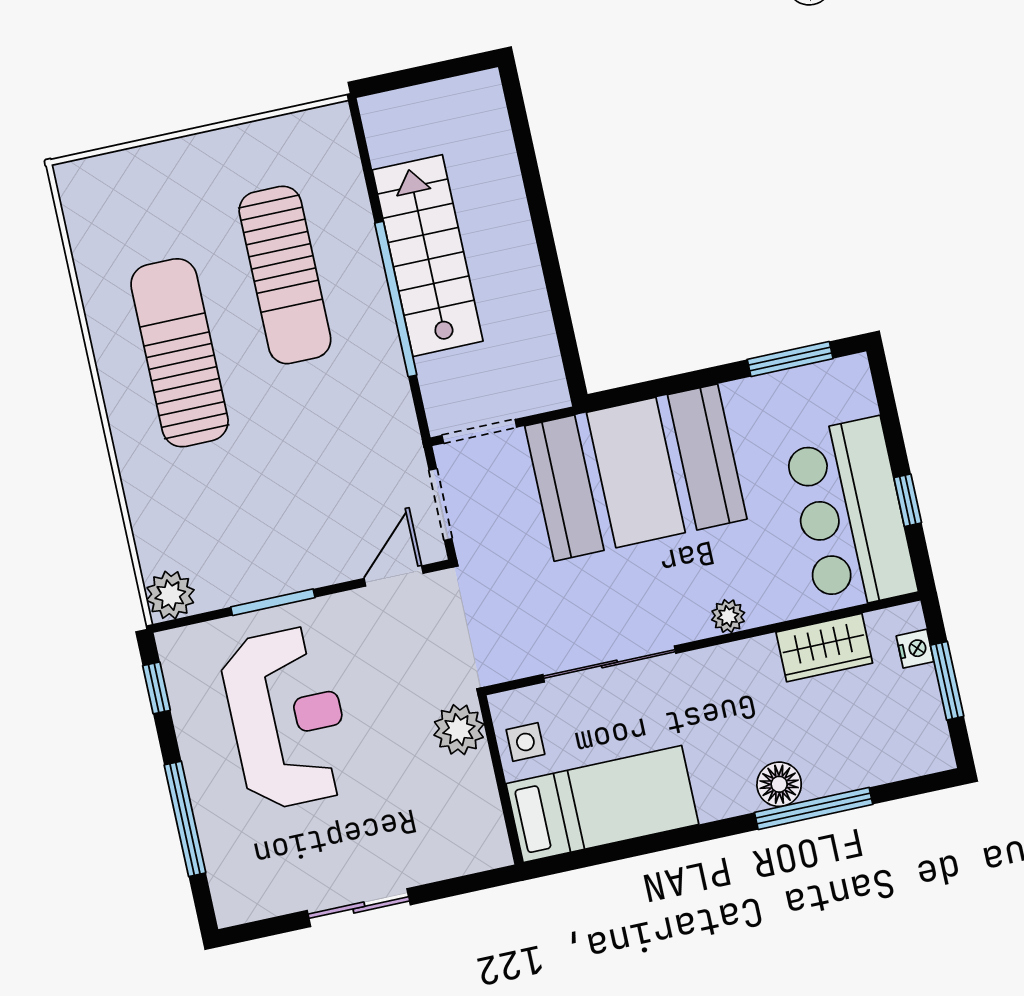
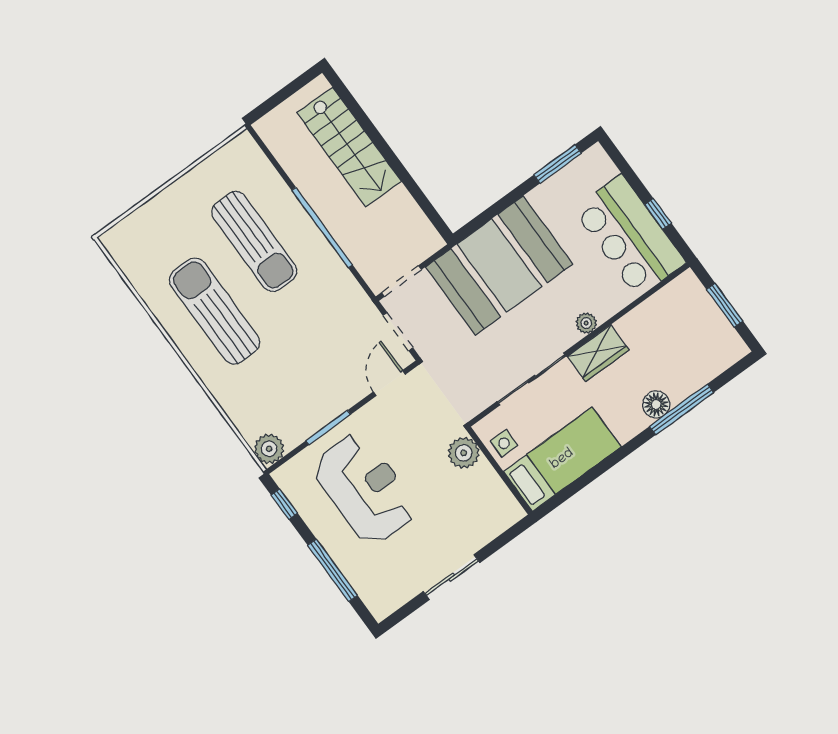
stairs: (428, 256) -> (349, 147), moved, turned 180
wardrobe: (824, 648) -> (598, 353), moved
nightstand: (915, 649) -> (699, 295), removed

